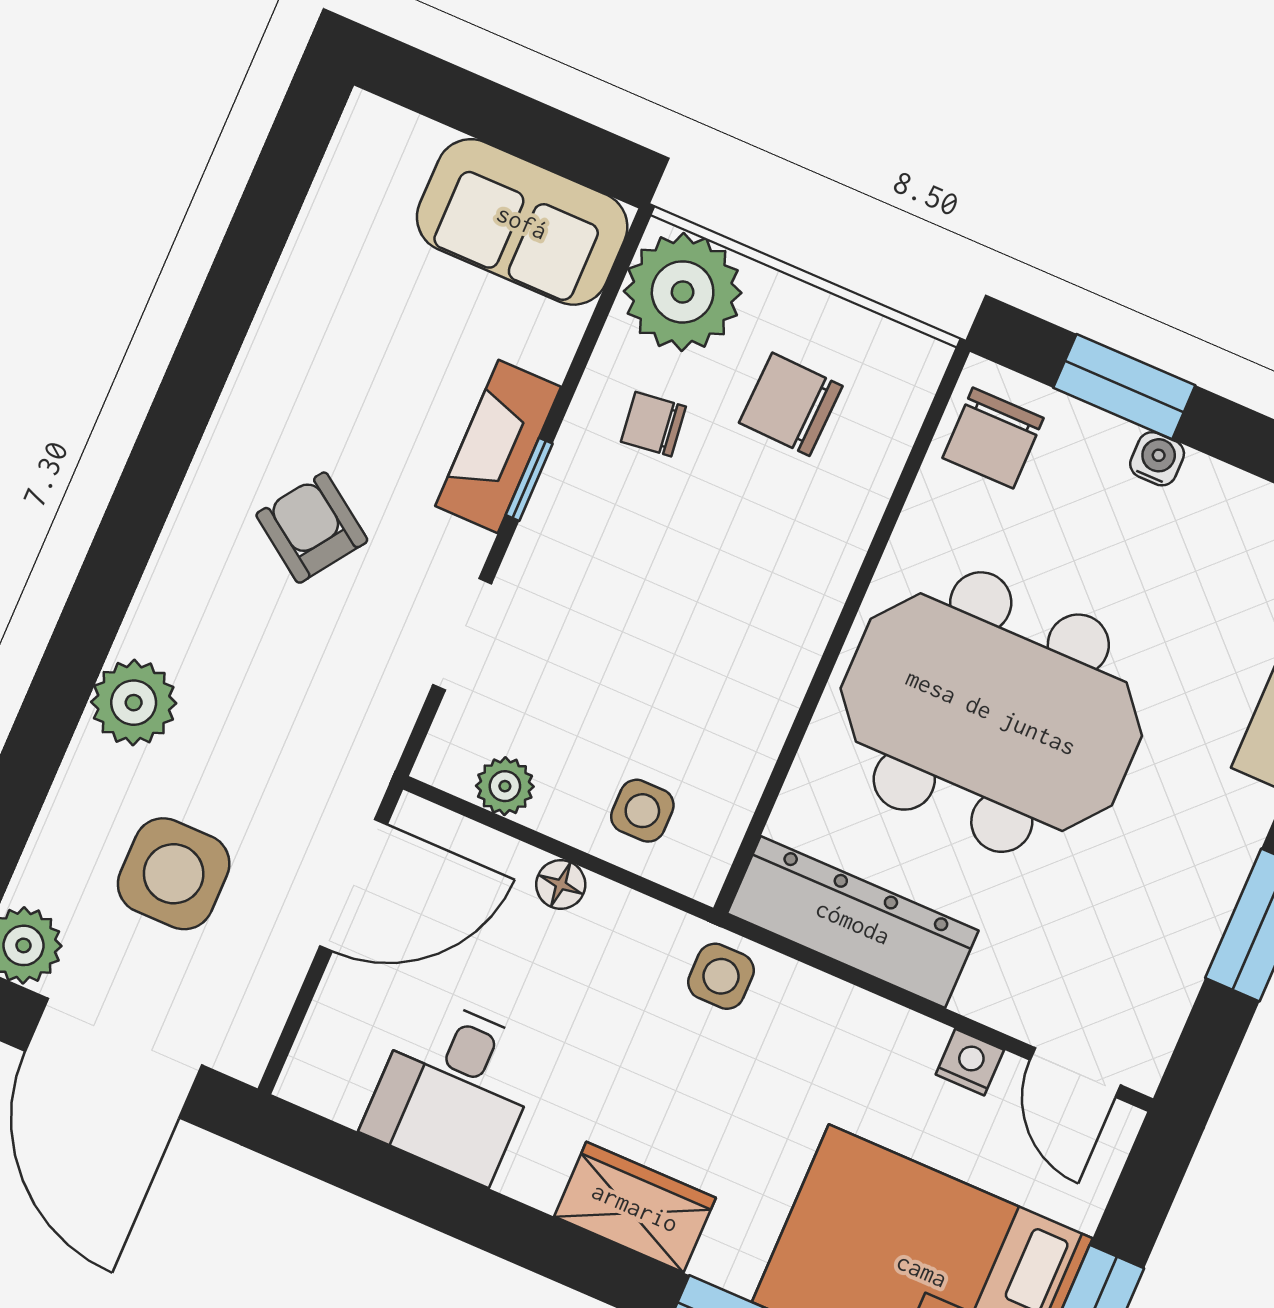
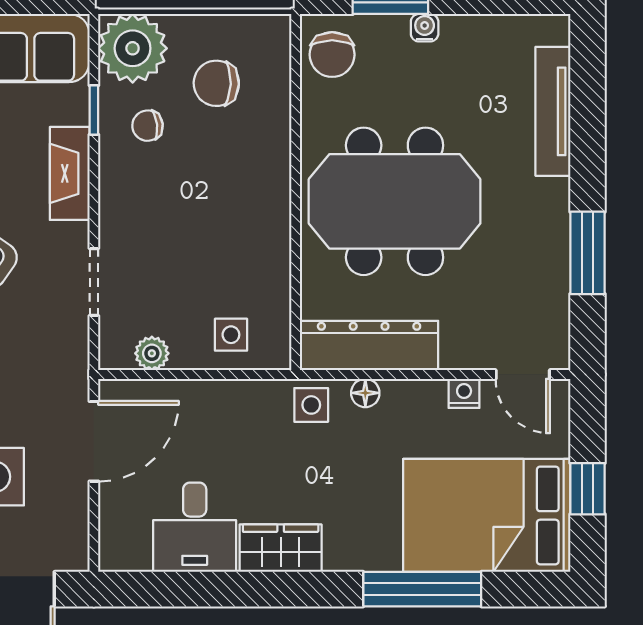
window: (529, 479) -> (94, 110), moved
floor lamp: (561, 884) -> (365, 393), moved
wardrobe: (635, 1207) -> (281, 548), moved

